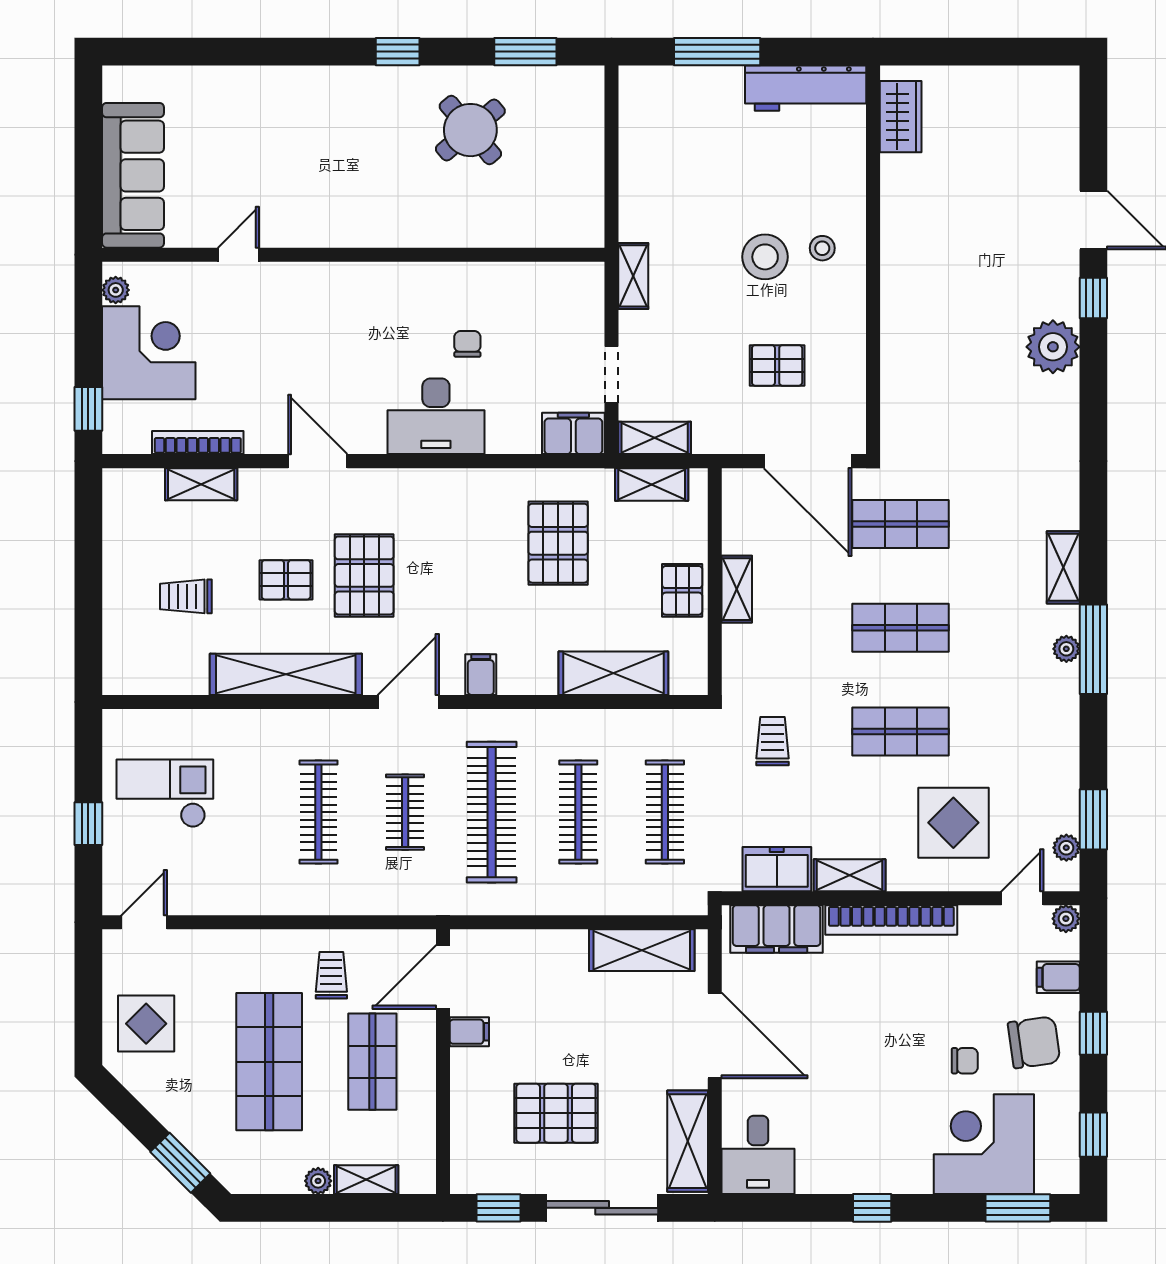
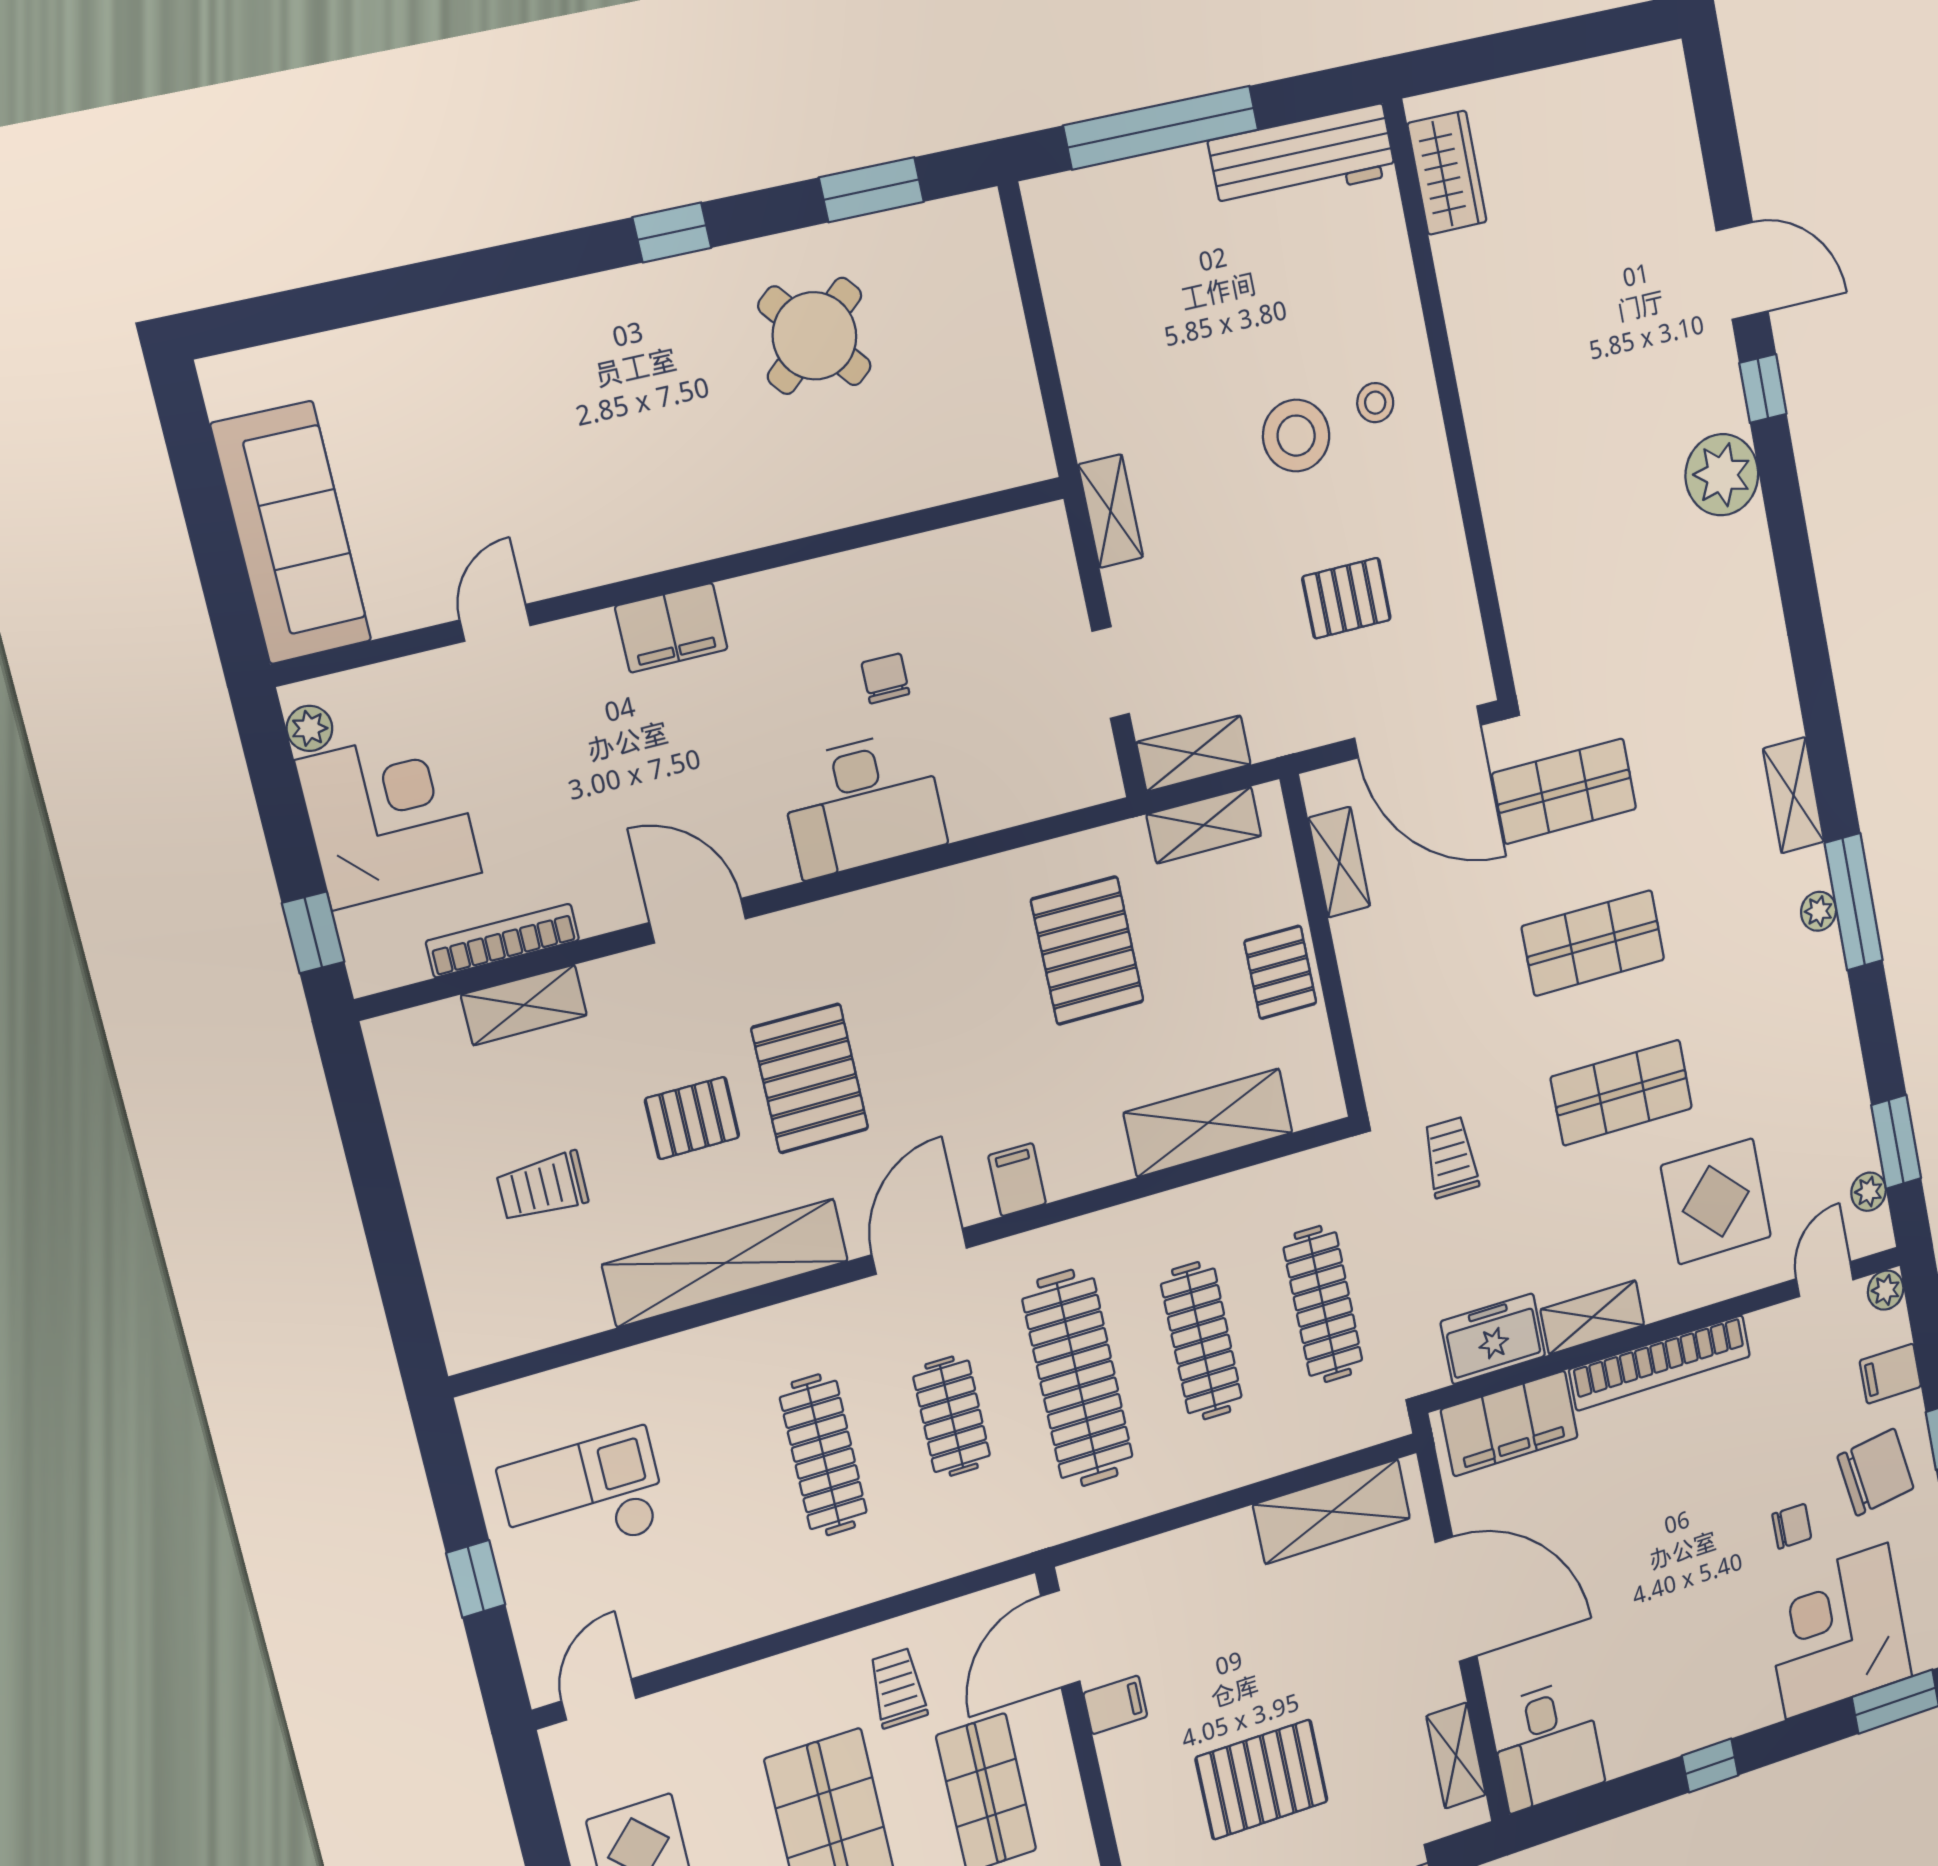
window: (717, 52) -> (1161, 128), width x1.46
filing cabinet: (573, 433) -> (671, 628), moved, turned 180
shelving: (737, 589) -> (1339, 862), moved
shelving: (688, 1141) -> (1456, 1755), width x0.67, depth x0.75

